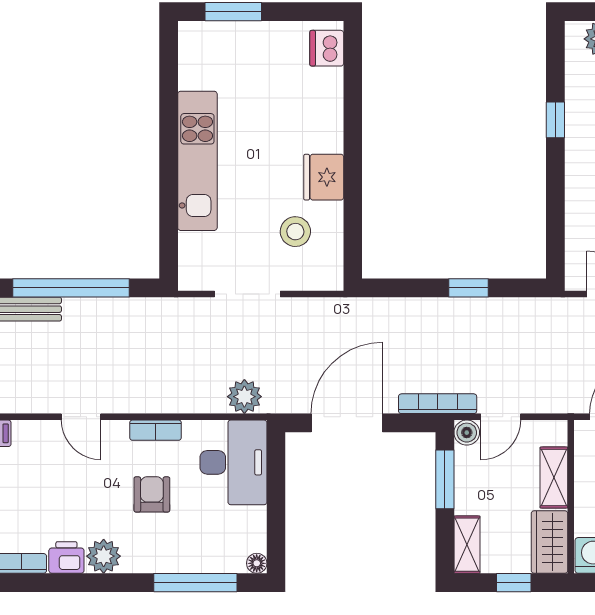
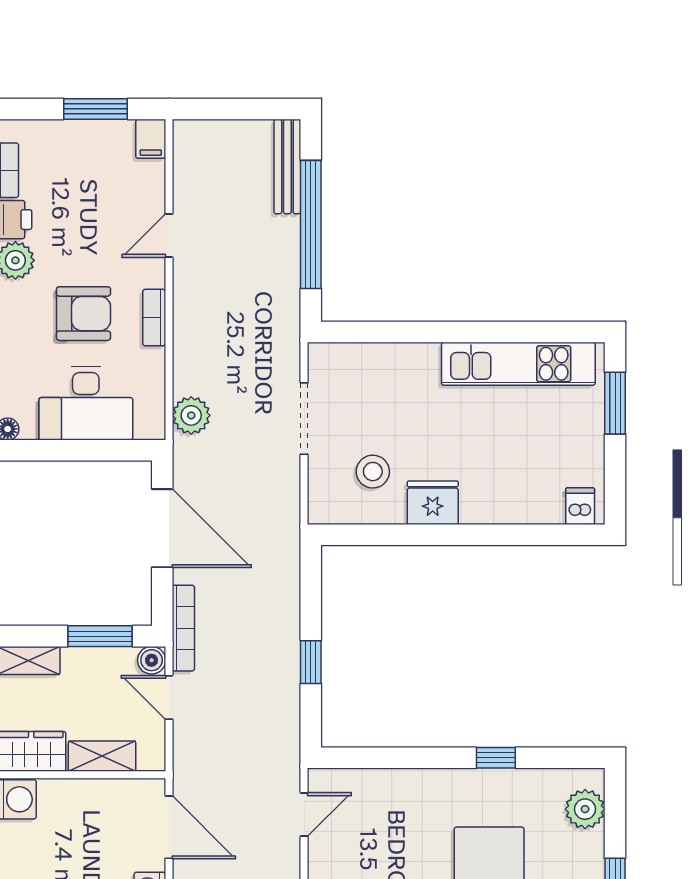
dishwasher: (327, 48) -> (580, 506), width x0.73
kitchen unit: (197, 161) -> (518, 364), moved
desk: (233, 462) -> (86, 403), moved
armchair: (152, 494) -> (83, 314), width x1.38, depth x1.38

